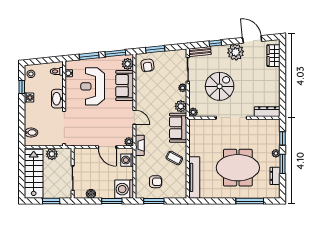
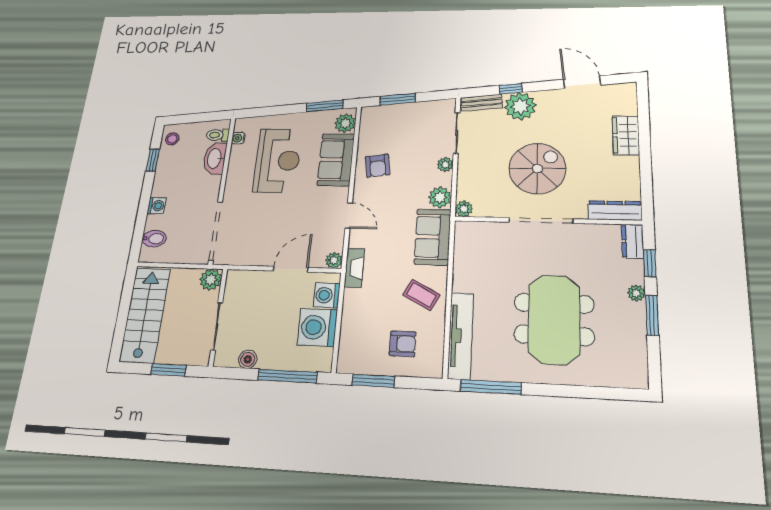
plant: (236, 52) -> (520, 106), moved
window: (89, 56) -> (278, 110), removed
wardrobe: (274, 56) -> (626, 135), moved
armchair: (147, 65) -> (378, 166), moved
reception desk: (93, 86) -> (278, 160), turned 180
spiral stairs: (220, 86) -> (537, 168), moved
washing machine: (29, 98) -> (157, 206), moved
washbasin: (57, 99) -> (215, 158), moved
door: (107, 147) -> (291, 269), swing flipped
plant: (52, 154) -> (211, 280), moved
meeting table: (238, 168) -> (554, 319), turned 90
dresser: (275, 176) -> (633, 241), moved
armchair: (156, 182) -> (403, 344), moved
washing machine: (124, 189) -> (317, 327), moved
window: (112, 201) -> (287, 376), width x1.44
window: (250, 201) -> (491, 387), moved

